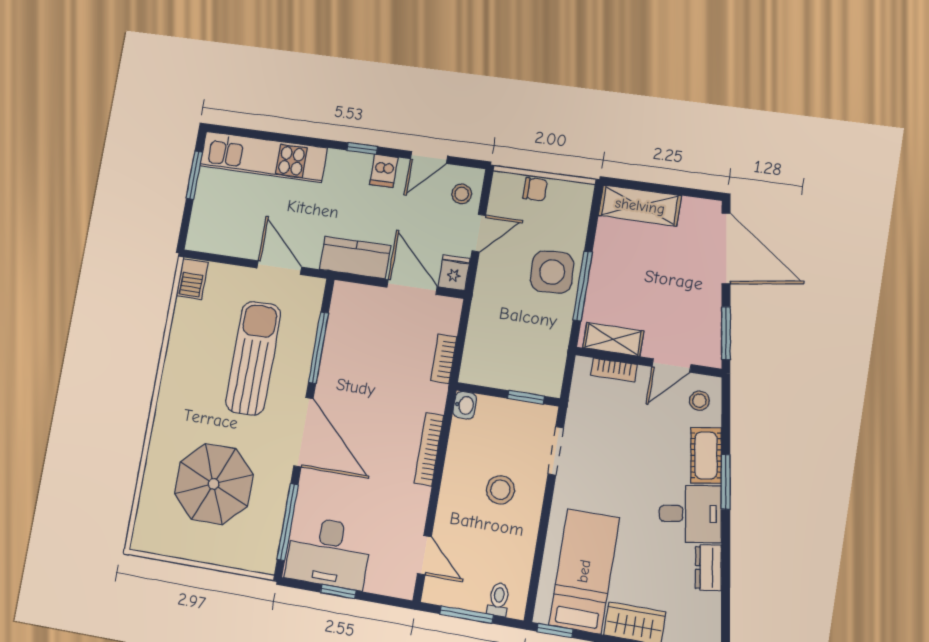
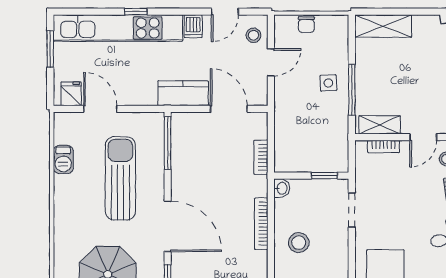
window: (362, 148) -> (136, 12), moved
kitchen unit: (263, 157) -> (118, 28), width x1.36
chair: (535, 189) -> (306, 25), turned 90
door: (279, 268) -> (100, 109), moved
side table: (552, 272) -> (328, 83), width x0.54, depth x0.54
fridge: (454, 273) -> (71, 94), moved
barbecue: (192, 279) -> (63, 159), moved
window: (318, 348) -> (168, 143), moved
stool: (500, 490) -> (299, 243), moved

